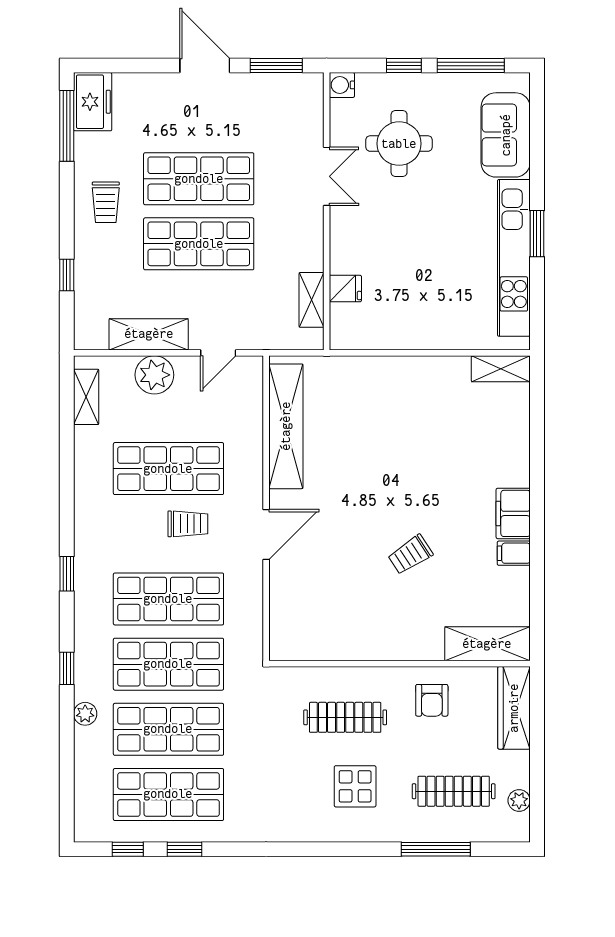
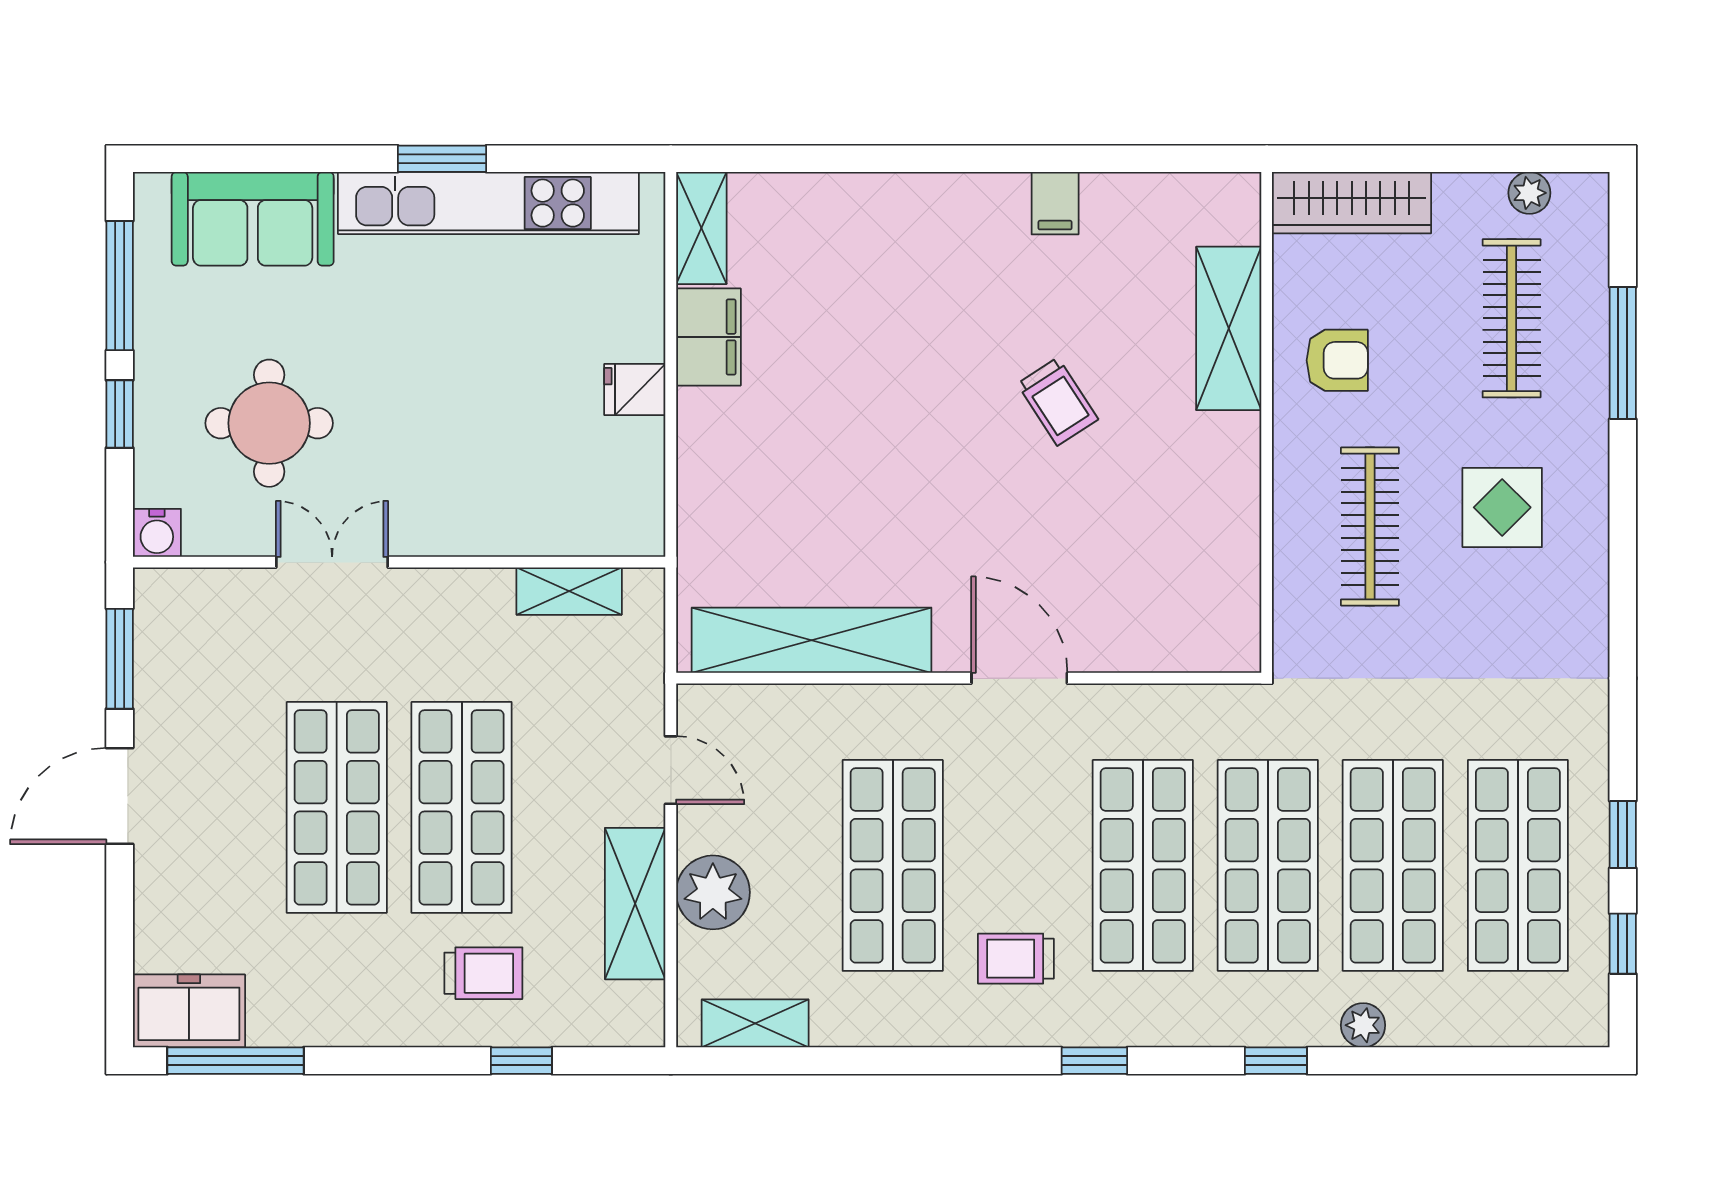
trolley: (106, 202) -> (483, 973), moved
fridge: (345, 289) -> (635, 390), moved, turned -90
filing cabinet: (513, 513) -> (708, 337), moved, turned -90
trolley: (188, 524) -> (1016, 959), moved, turned -90
shelving: (487, 644) -> (1229, 328), moved

